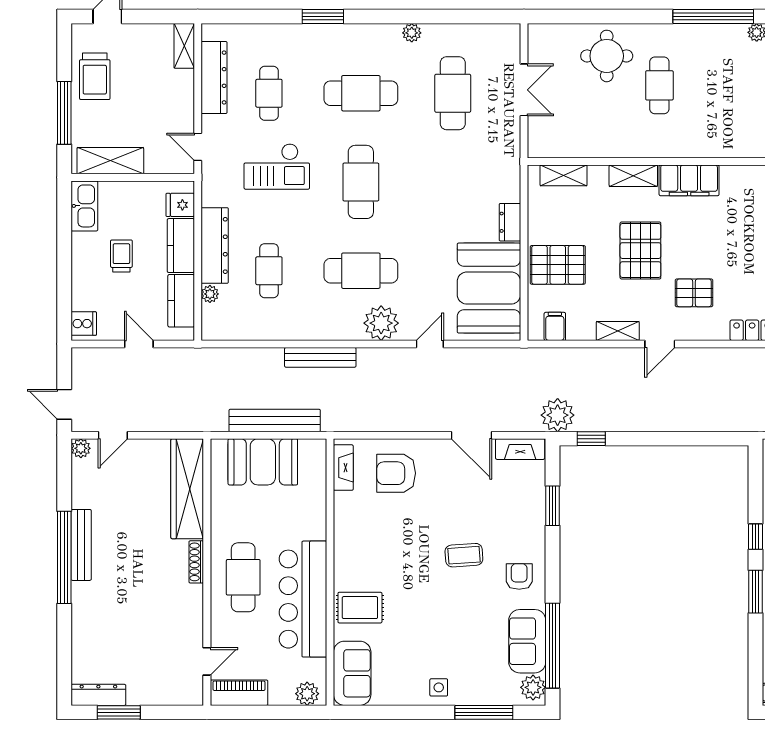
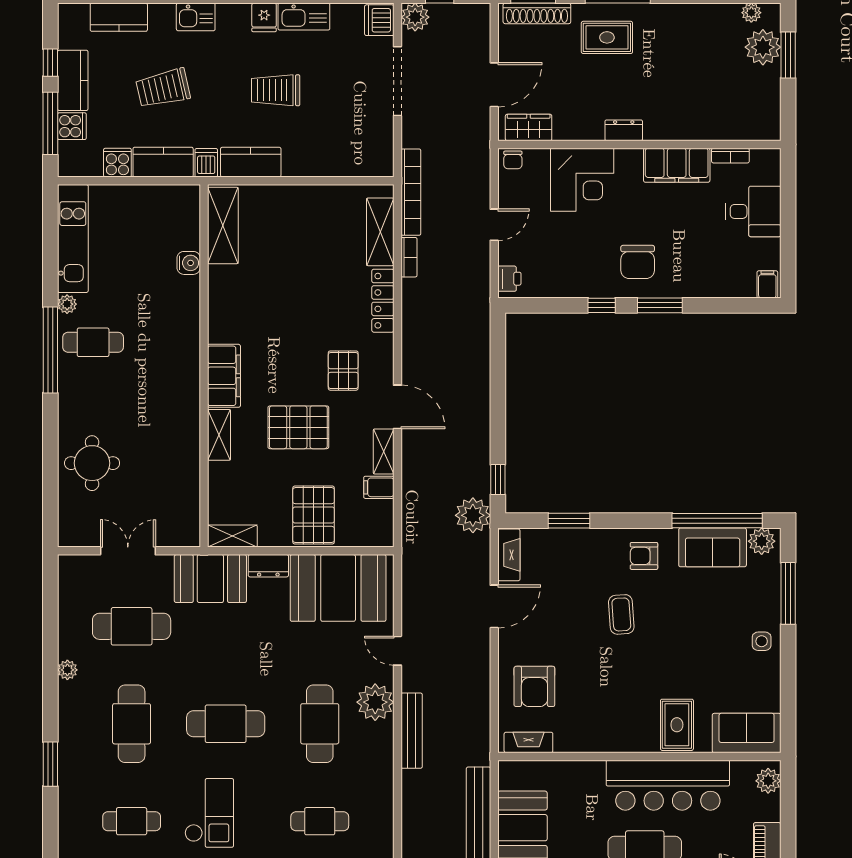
cafe table: (659, 85) -> (93, 342), moved
booth: (498, 168) -> (210, 579), added
shelving: (564, 175) -> (232, 536), moved, turned 90
filing cabinet: (555, 326) -> (379, 487), moved
door: (660, 344) -> (397, 407), width x1.38
bench: (320, 357) -> (412, 731), moved

